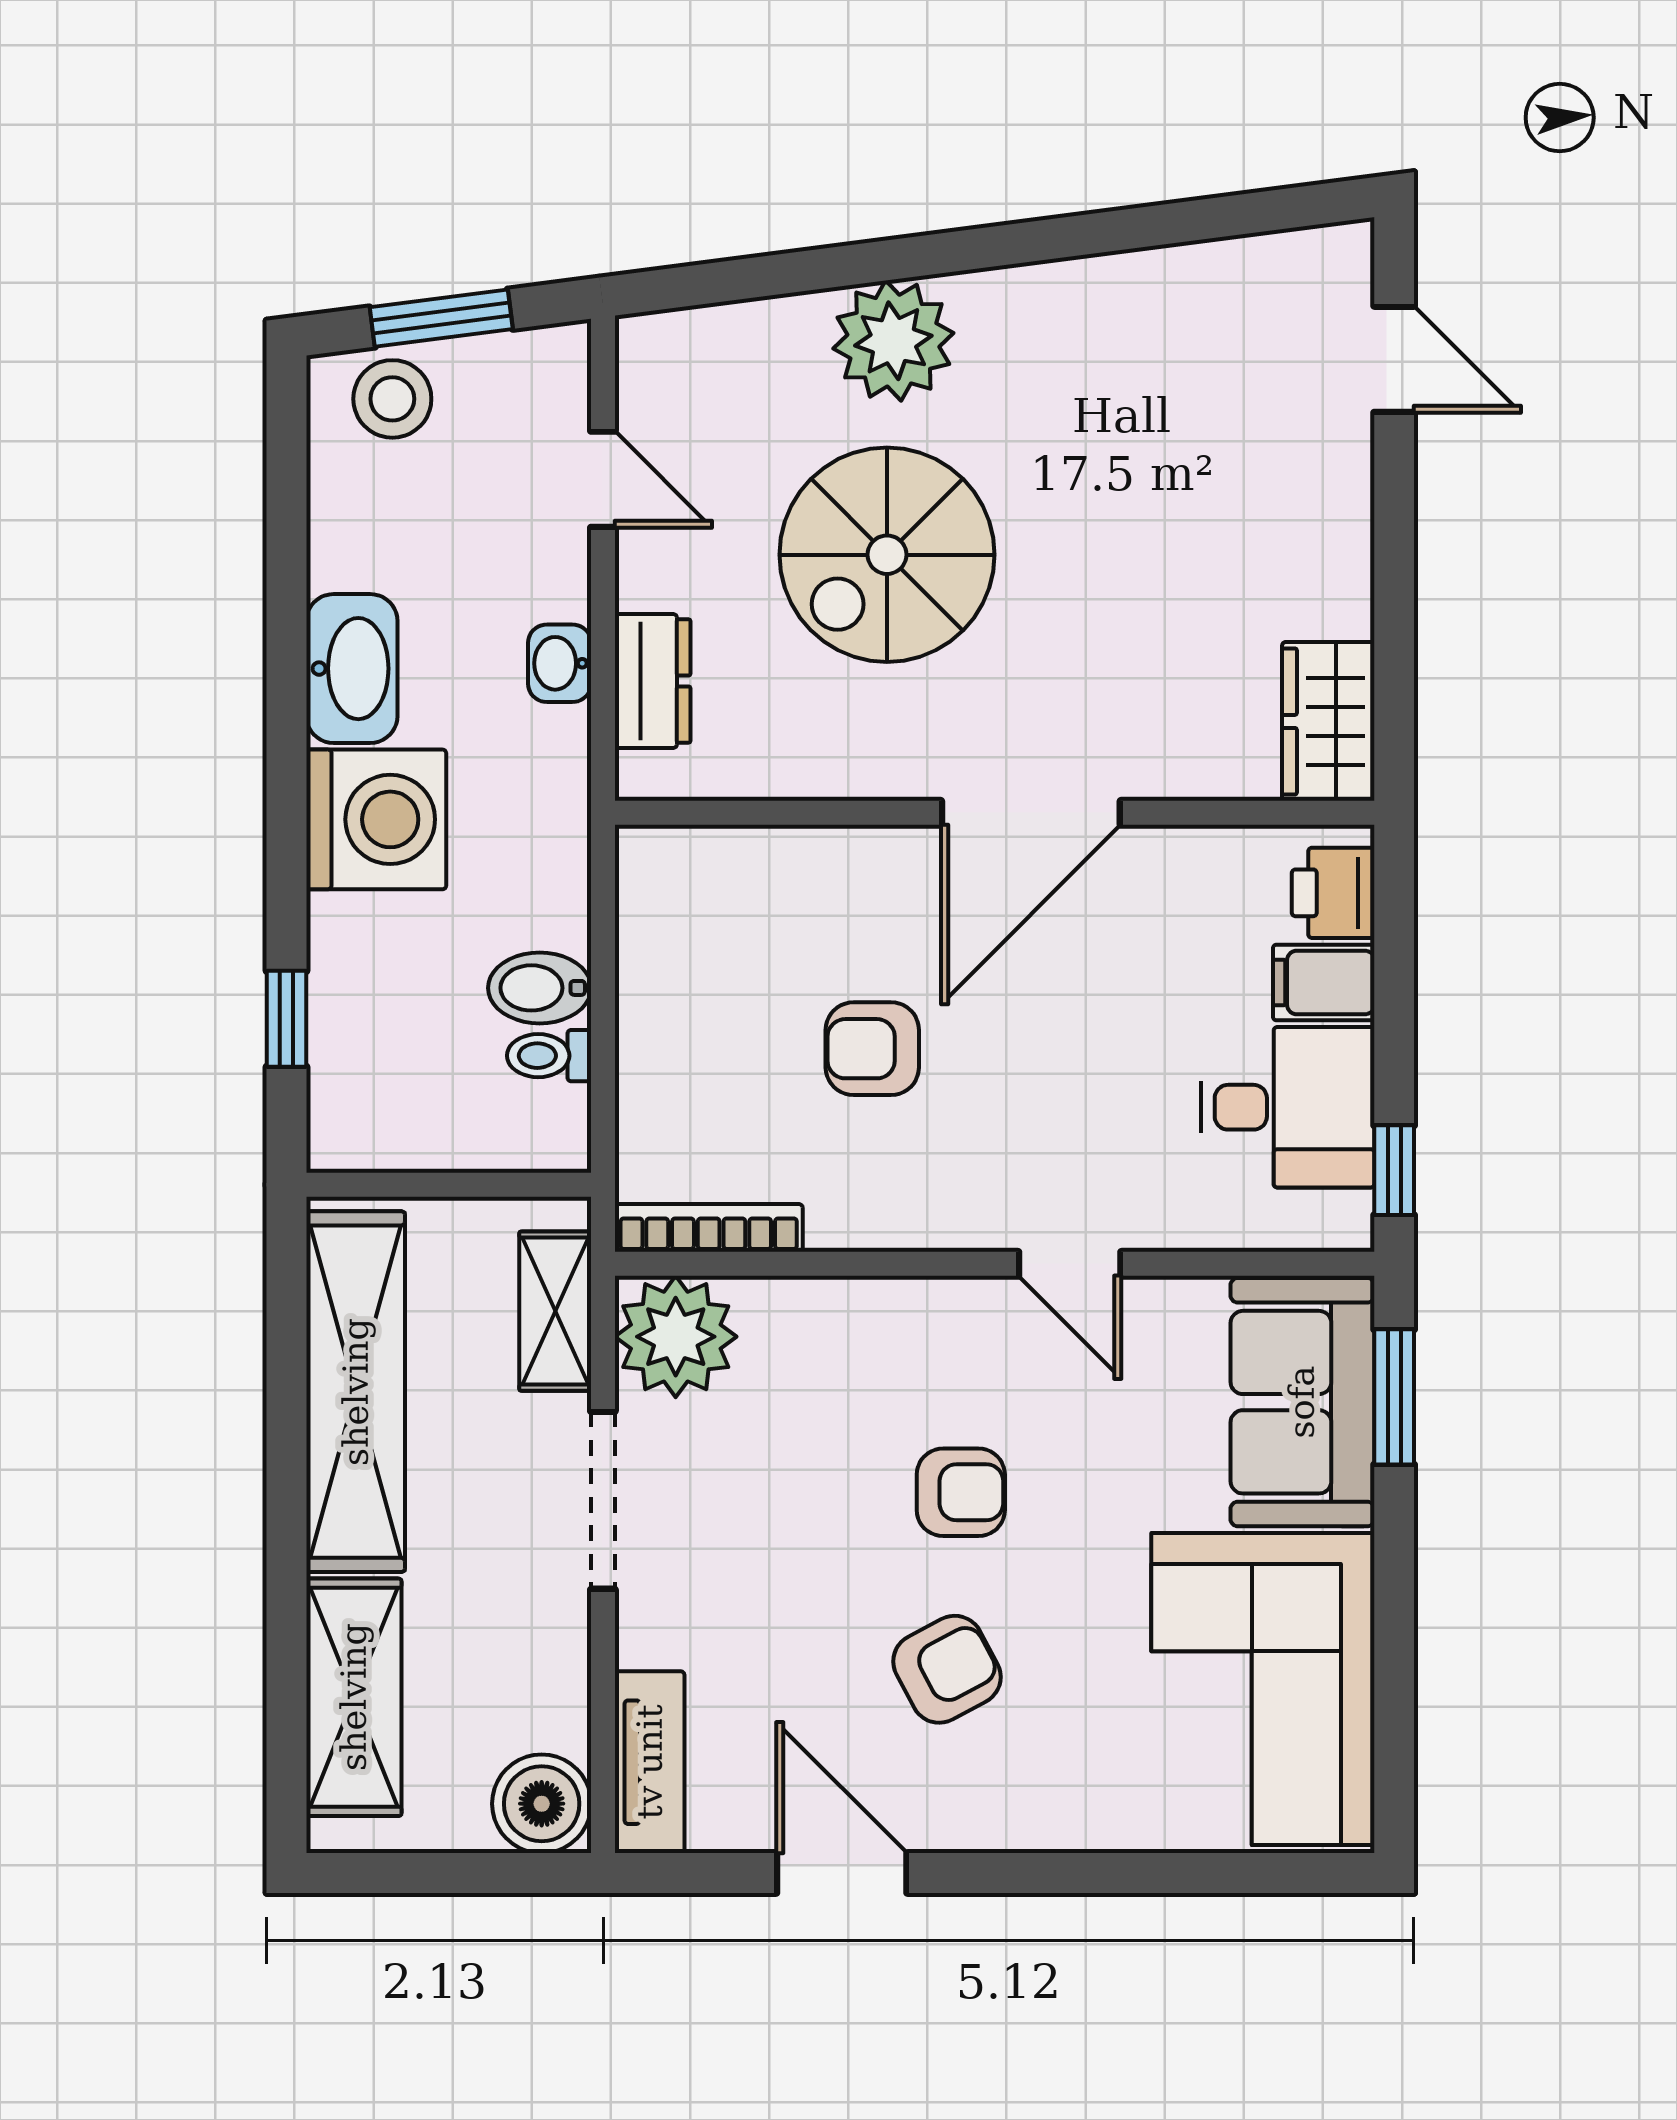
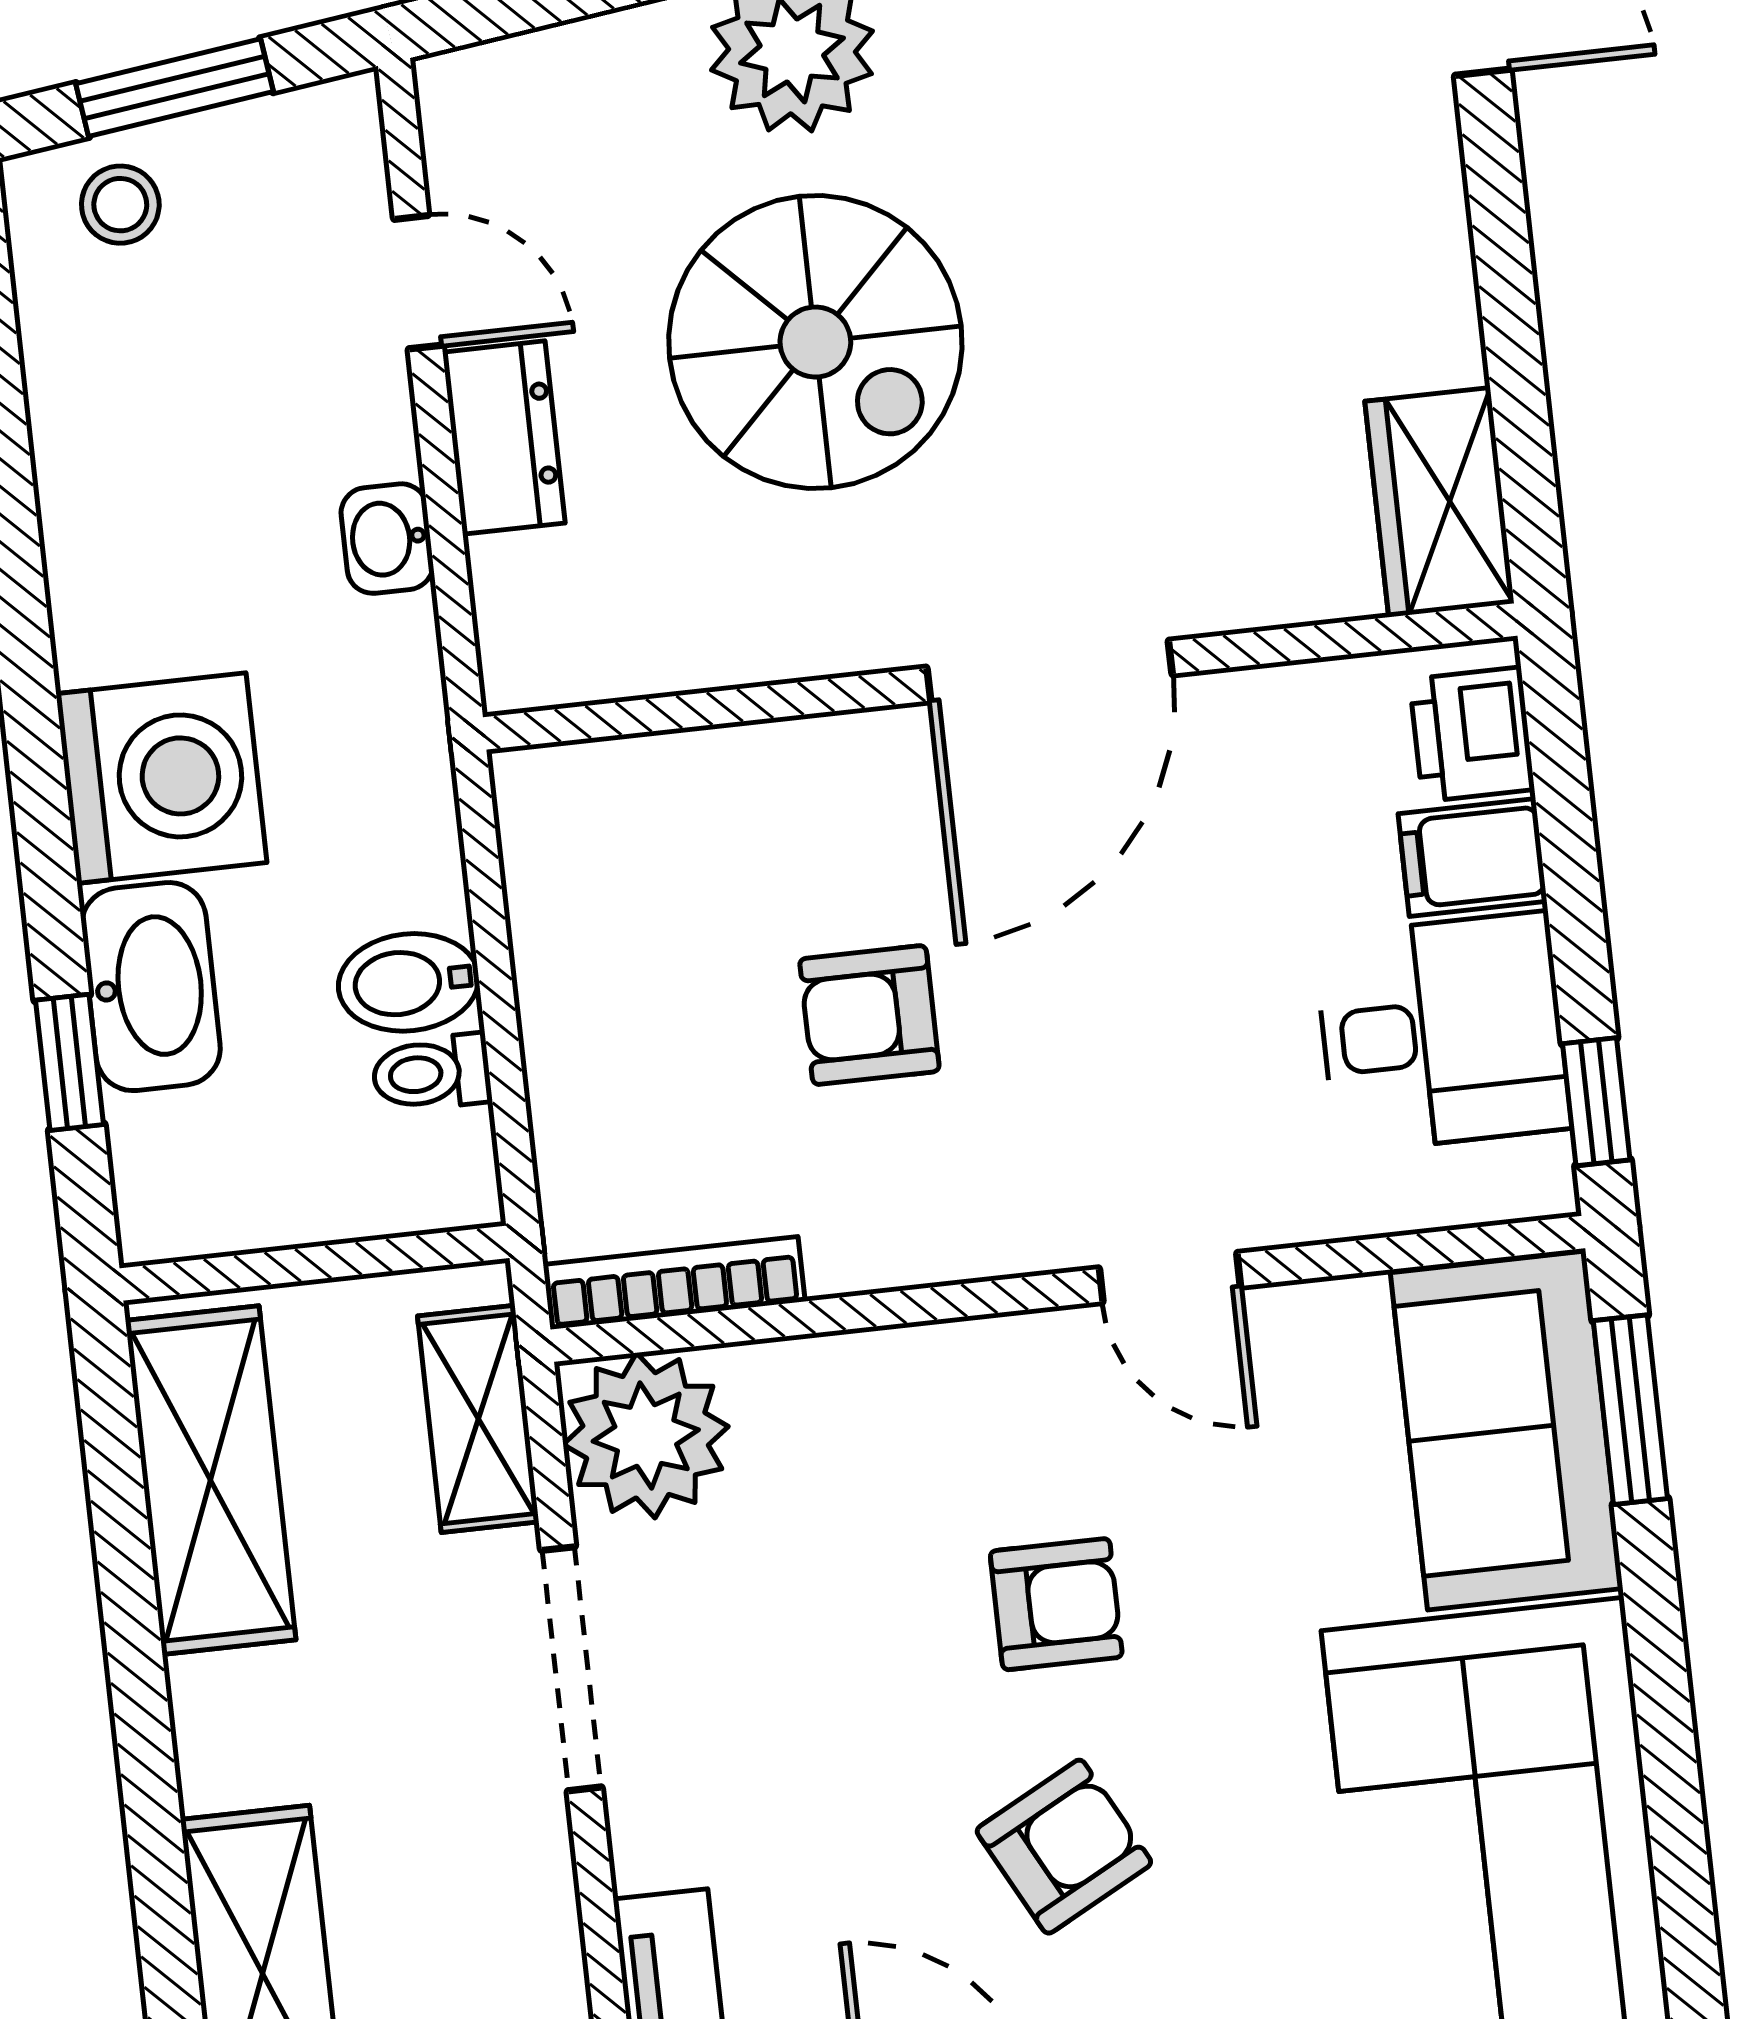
stool: (392, 399) -> (120, 205), width x0.73, depth x0.73
spiral stairs: (887, 555) -> (815, 342), turned -90
washbasin: (352, 669) -> (151, 987), moved
dresser: (653, 681) -> (504, 438), moved
shelving: (356, 1392) -> (211, 1480), width x0.68

